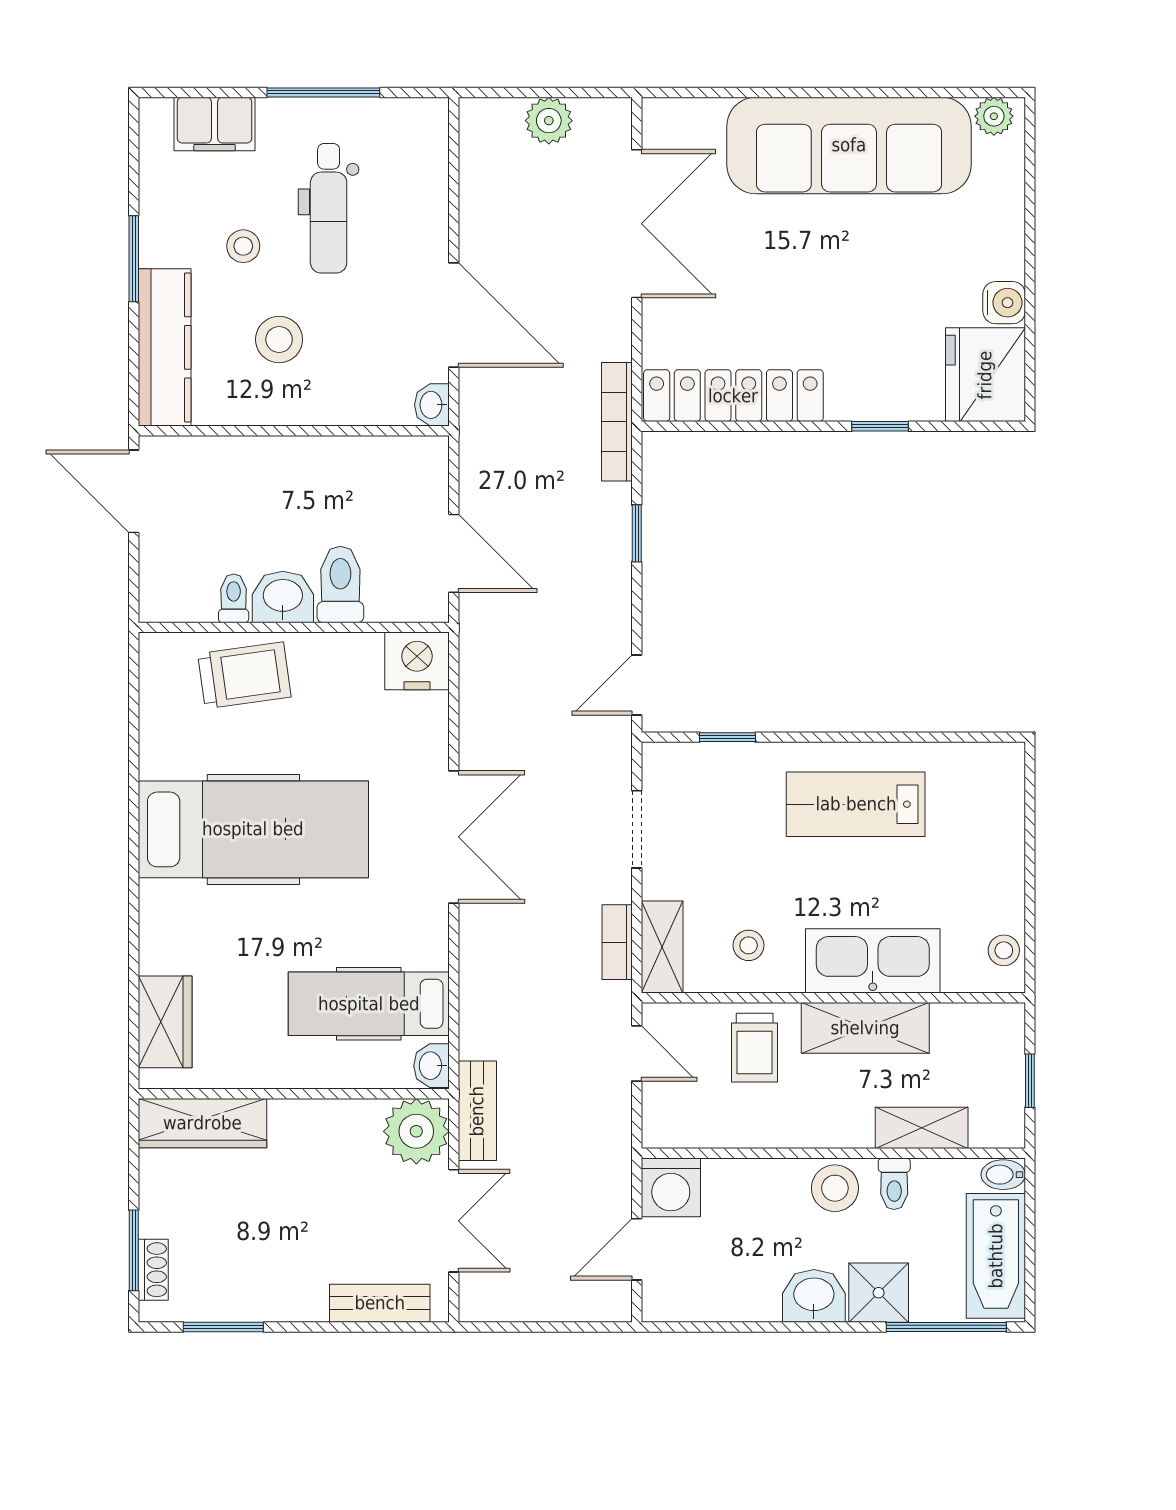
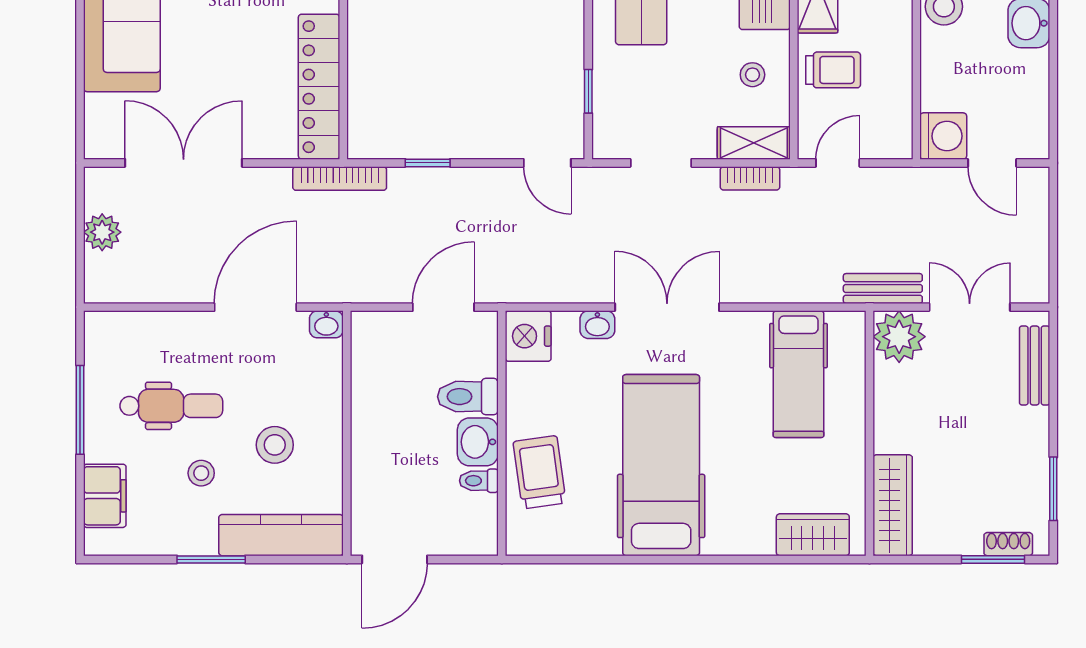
washbasin: (432, 1066) -> (597, 325), moved

